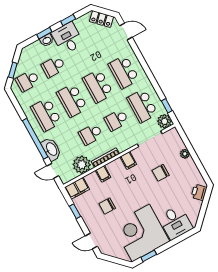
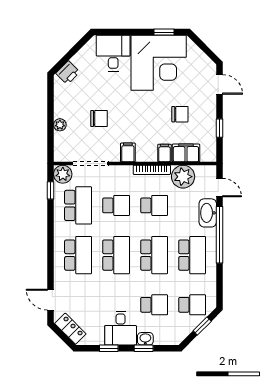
filing cabinet: (77, 188) -> (186, 153), moved

